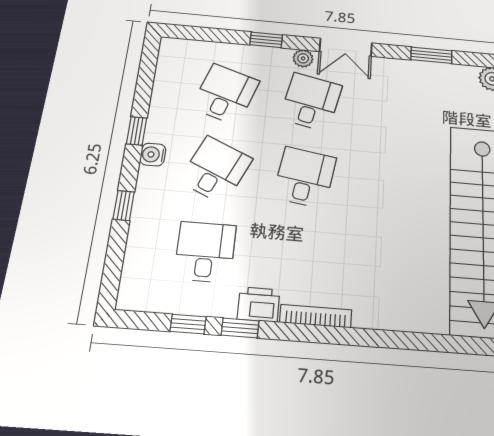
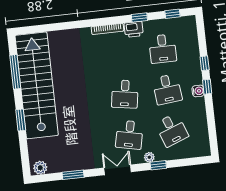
plant: (303, 58) -> (149, 157), moved
desk: (225, 94) -> (172, 130), turned -39
window: (137, 131) -> (207, 87), moved
desk: (216, 170) -> (167, 89), turned -30
window: (188, 324) -> (172, 14), moved

